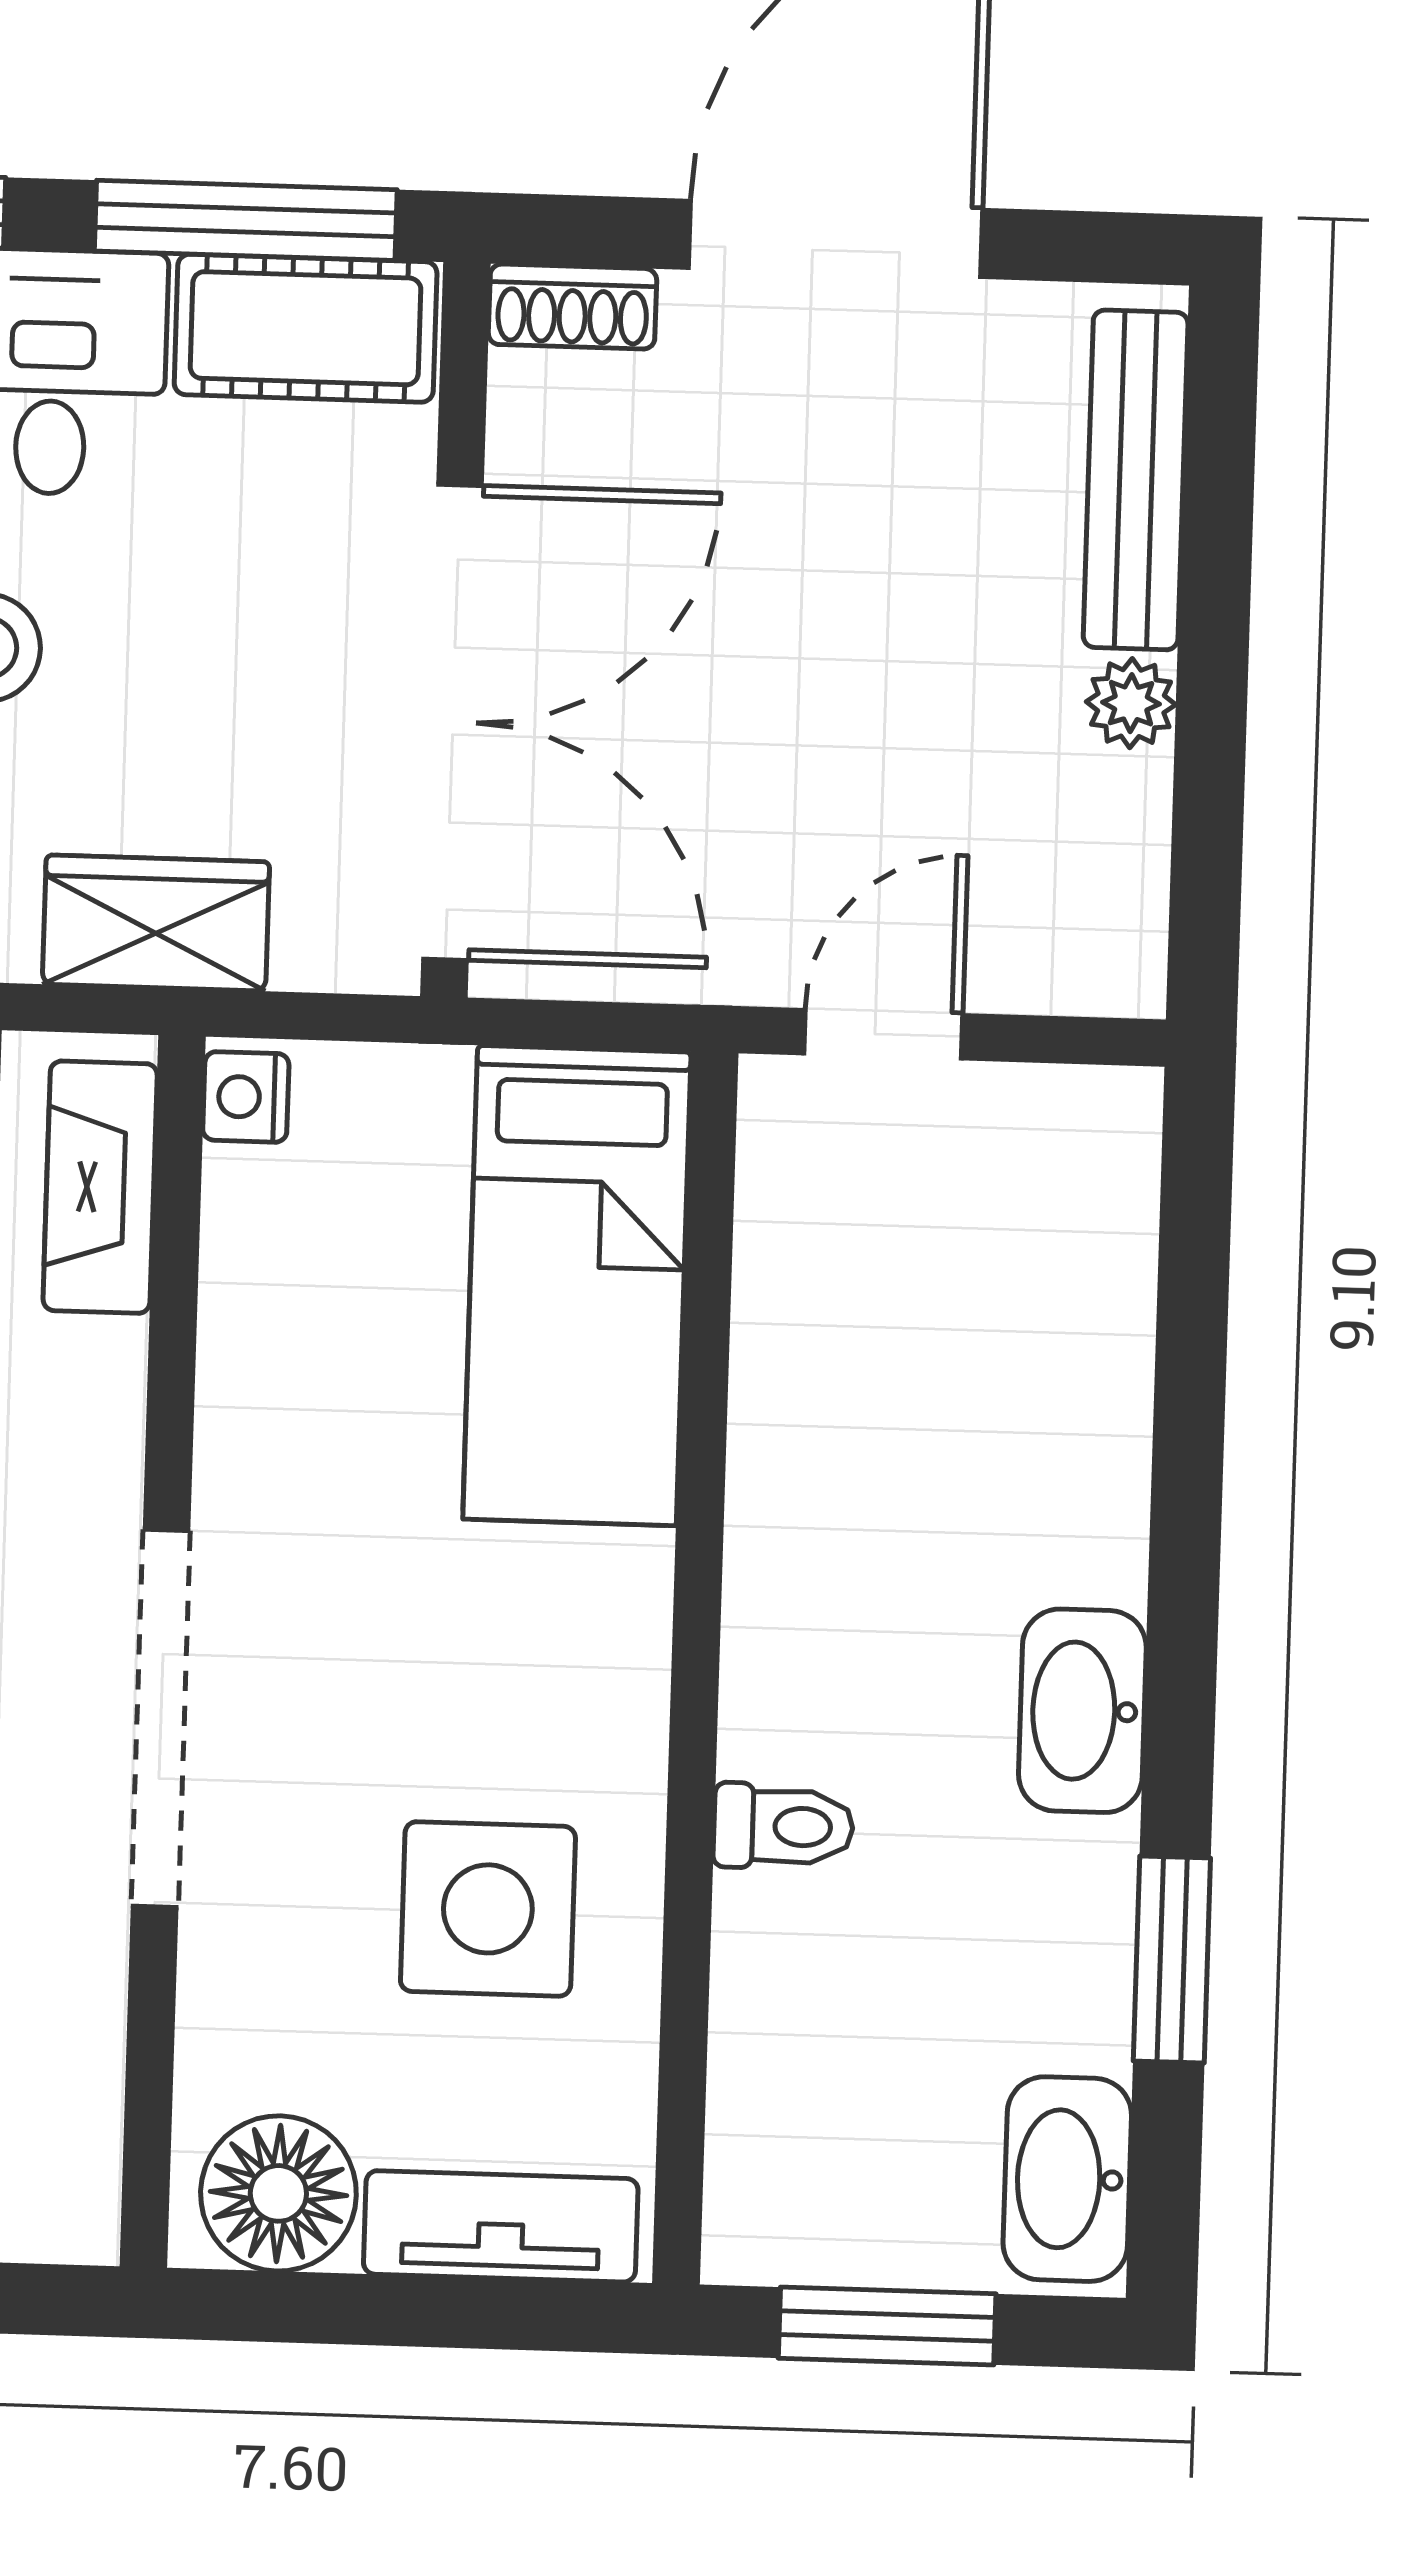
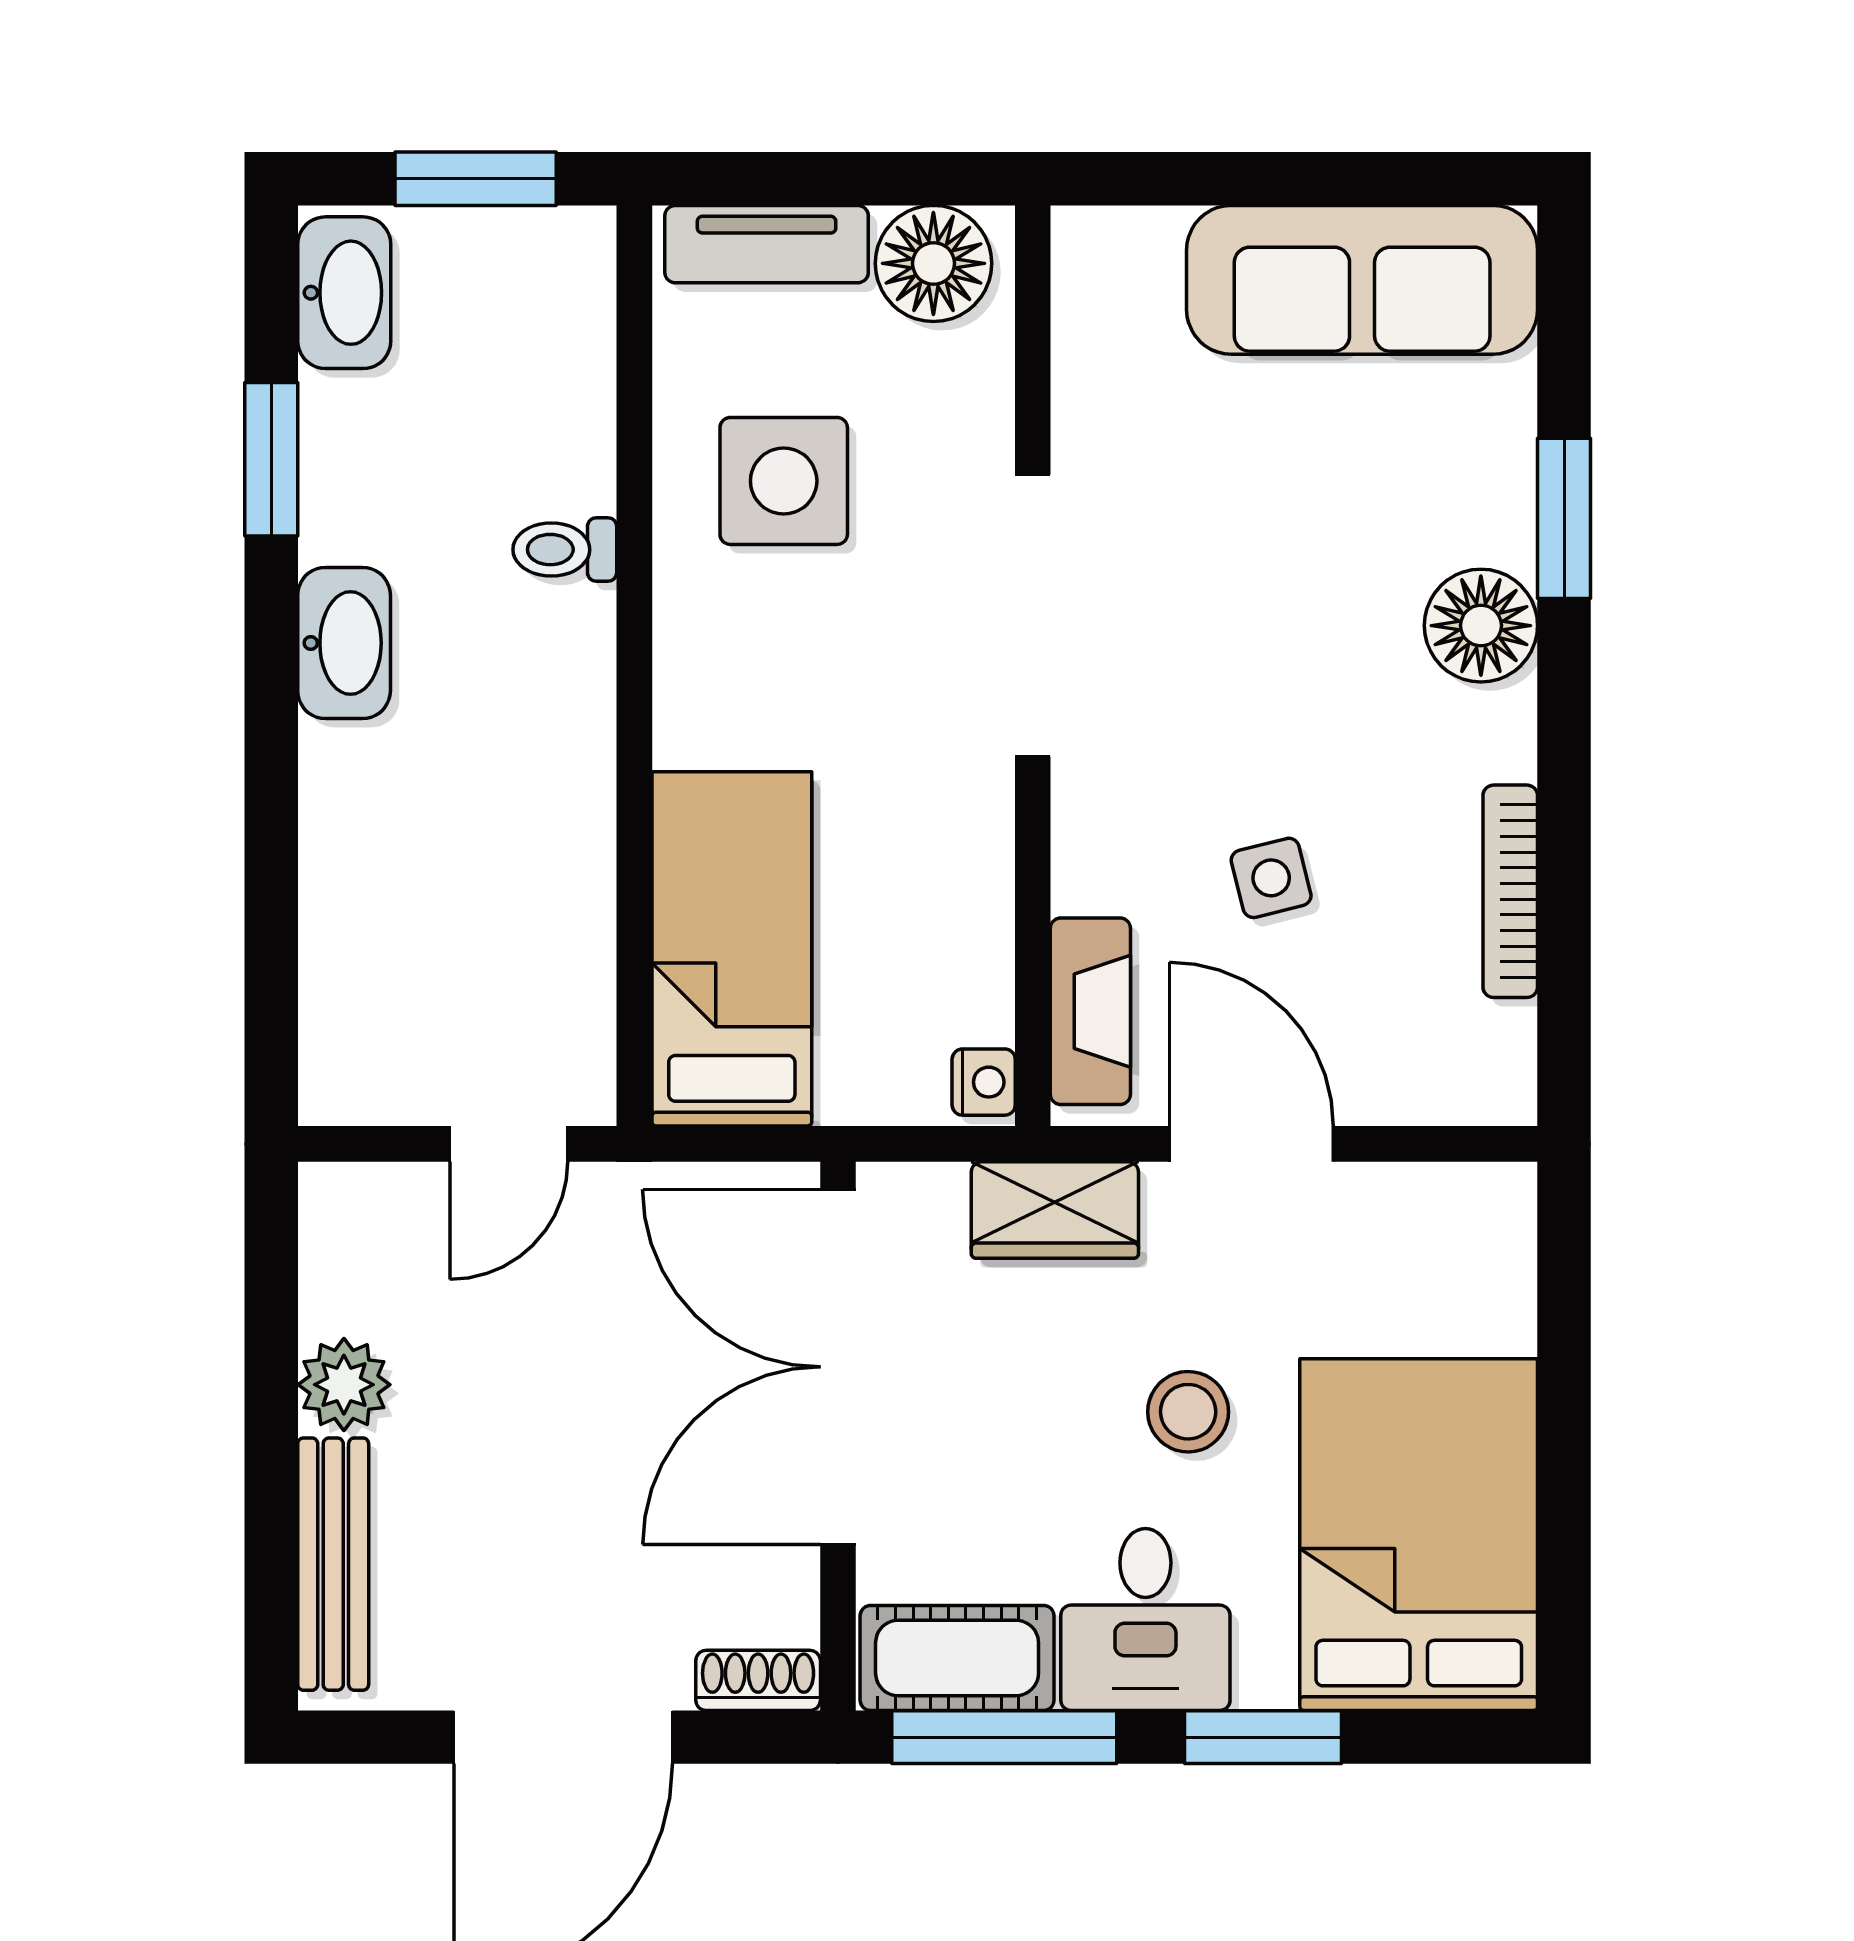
plant: (1131, 703) -> (344, 1385), width x1.38, depth x1.38

